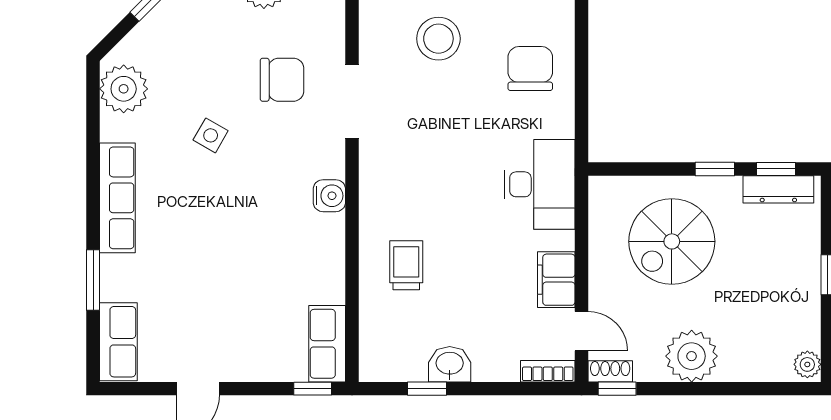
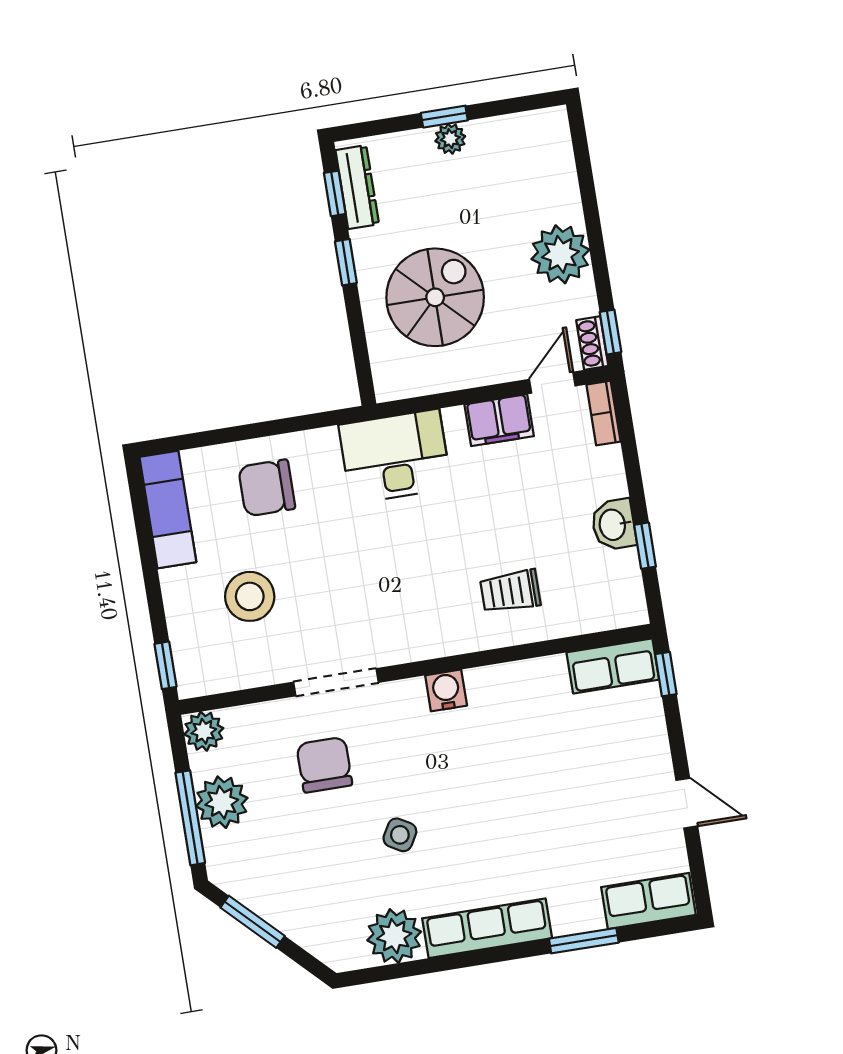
plant: (124, 89) -> (394, 936), moved
spiral stairs: (672, 241) -> (435, 297), turned -90
plant: (807, 364) -> (450, 139), moved

